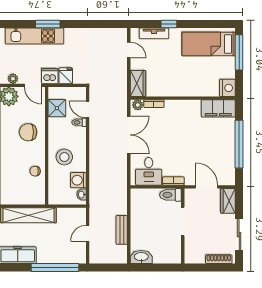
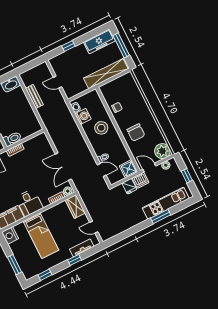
window: (211, 24) -> (45, 275), added
bed: (209, 44) -> (41, 236), moved, turned 90
window: (239, 52) -> (14, 265), width x0.69
shower: (57, 108) -> (129, 169), moved
chair: (28, 132) -> (136, 132), turned 90
desk: (149, 171) -> (29, 203), moved, turned 180
door: (88, 233) -> (57, 82), swing flipped
window: (55, 268) -> (68, 46), width x0.32

